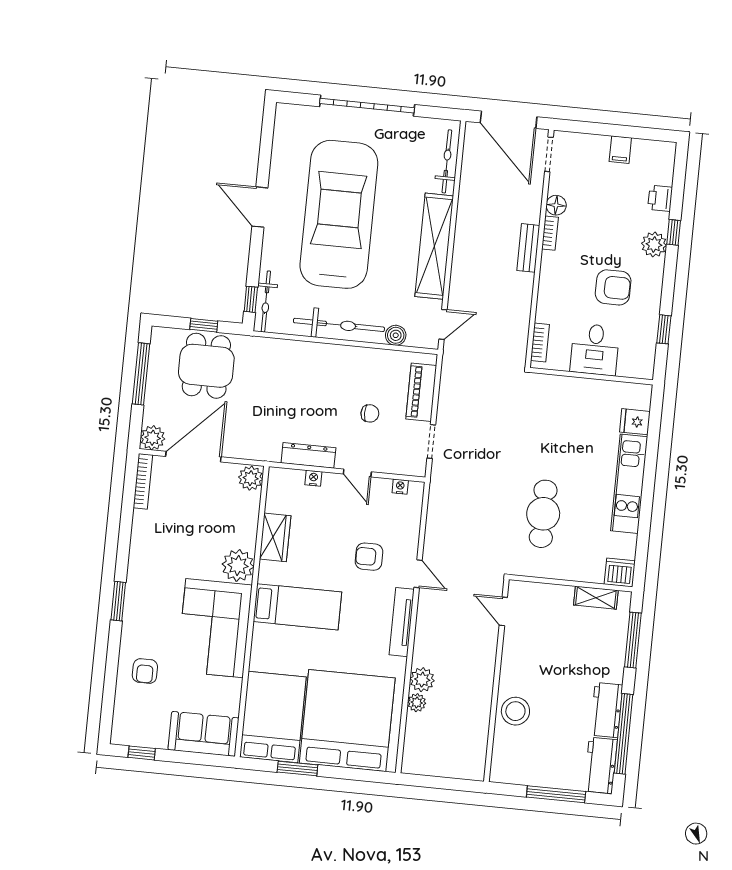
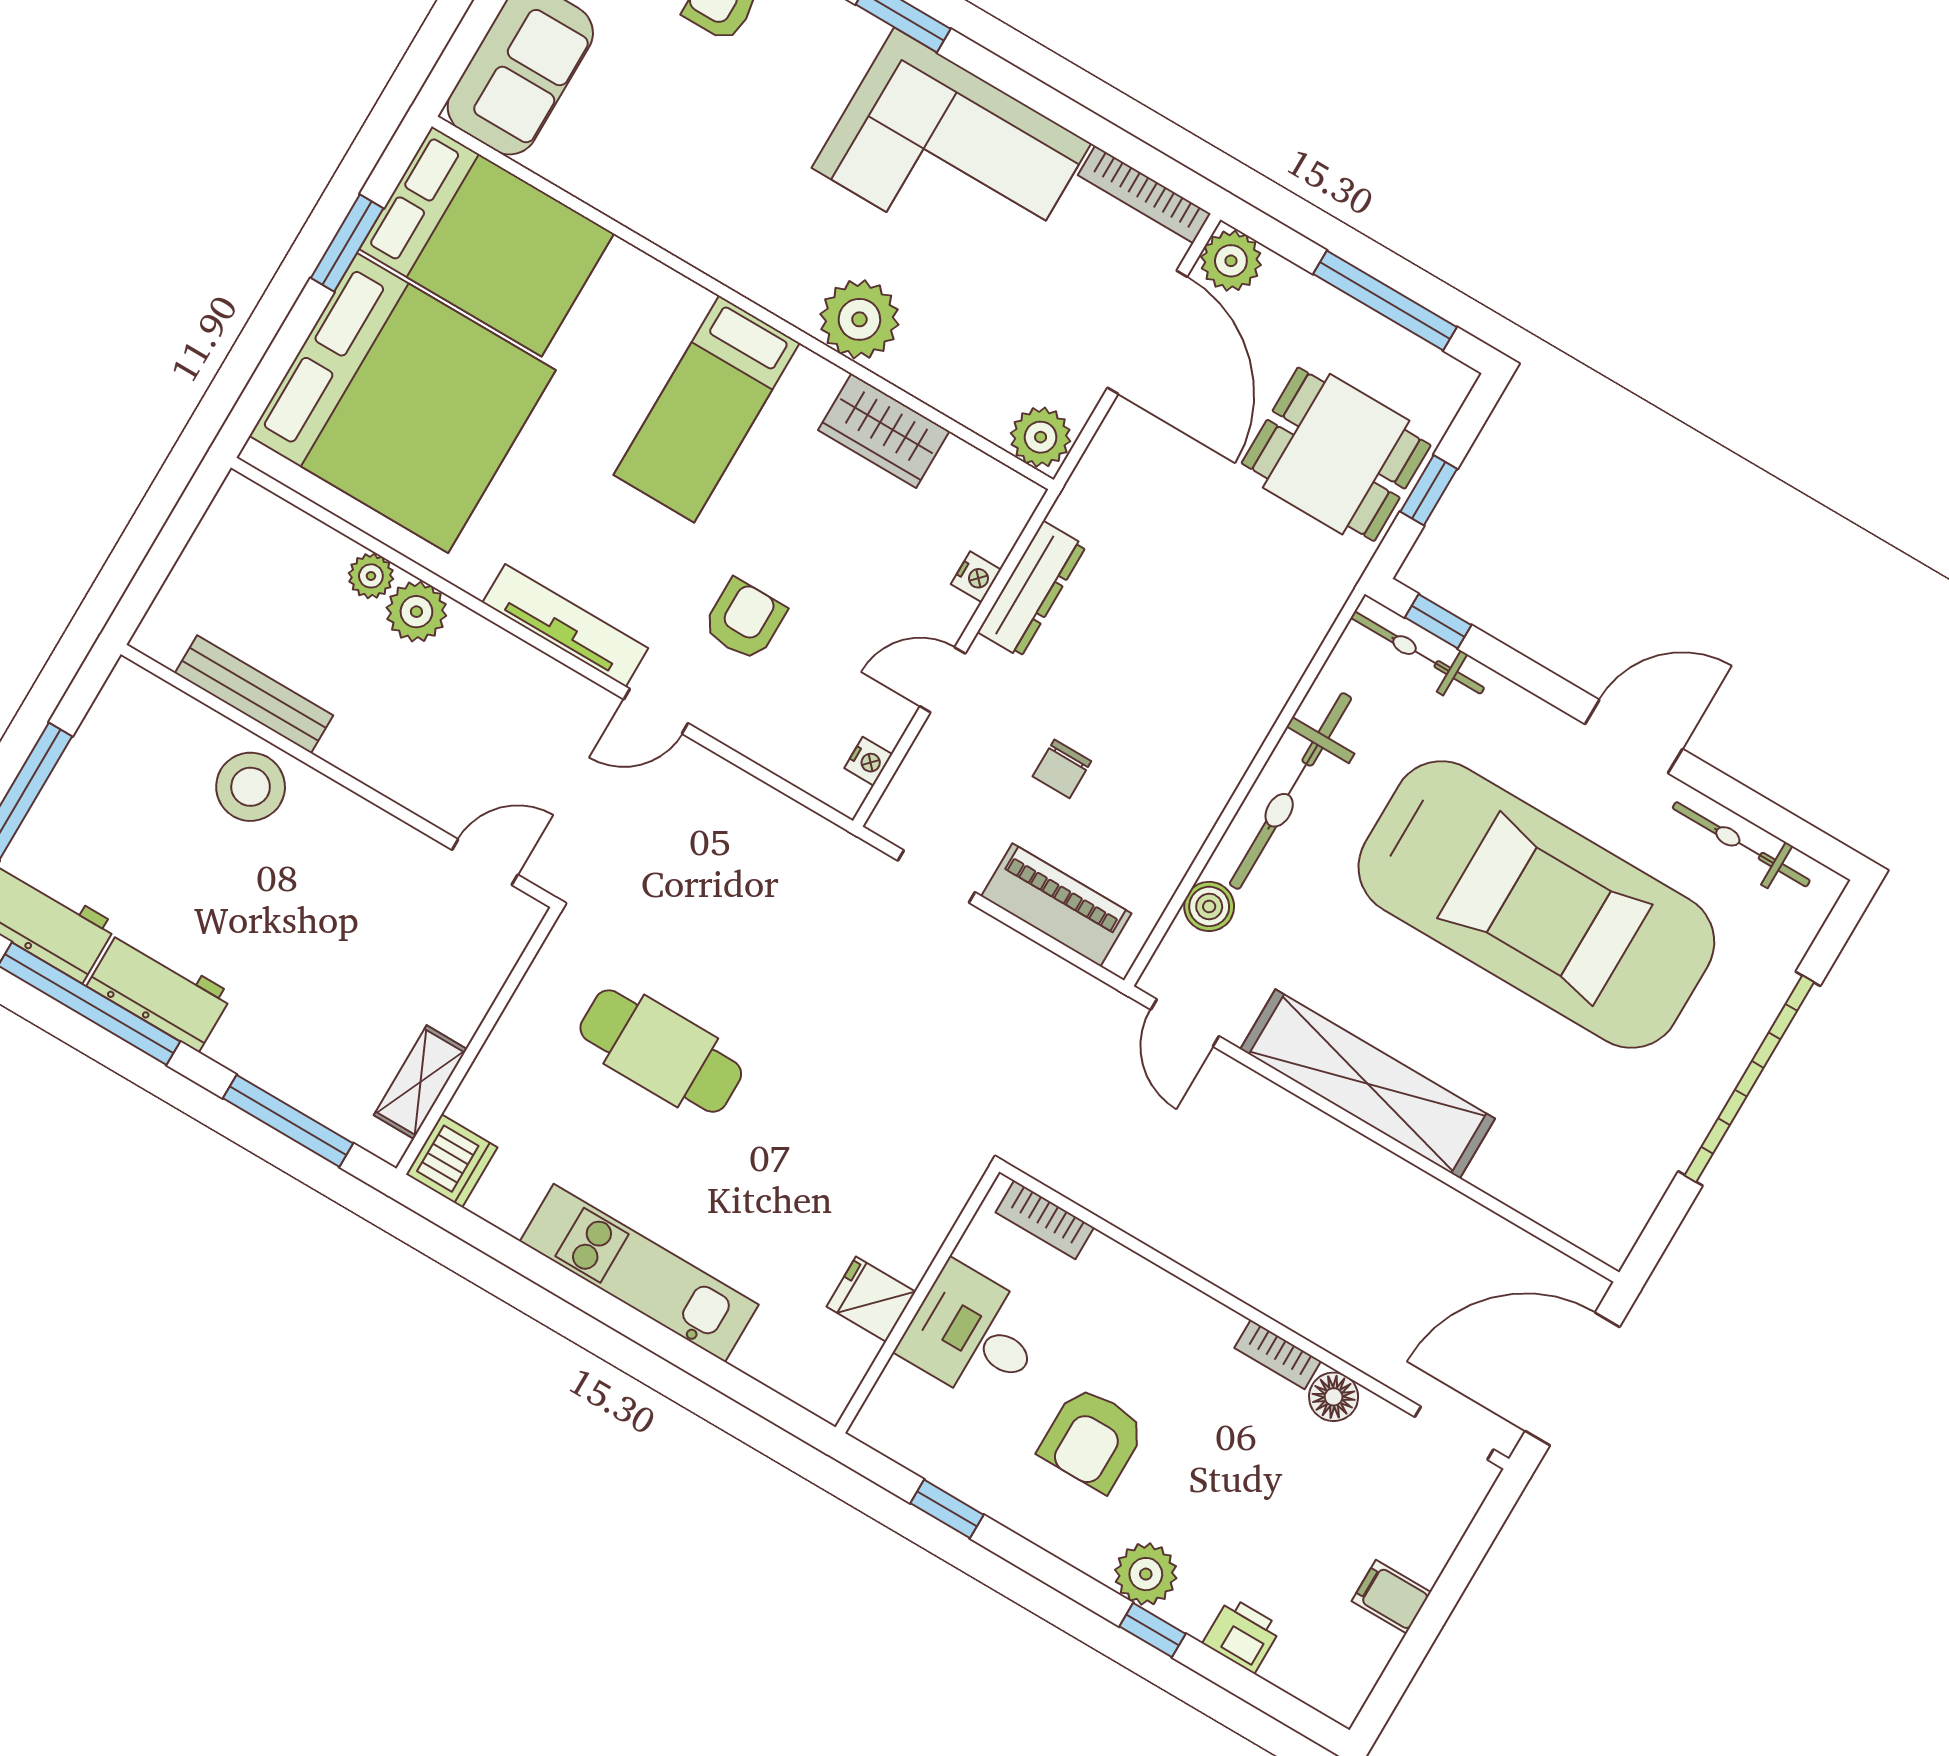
bicycle: (447, 161) -> (1741, 844), moved, turned 180
bench: (528, 248) -> (254, 694), moved, width x1.36
fridge: (635, 422) -> (871, 1299), moved, turned -90
corner sofa: (214, 628) -> (951, 156), moved, turned 180

